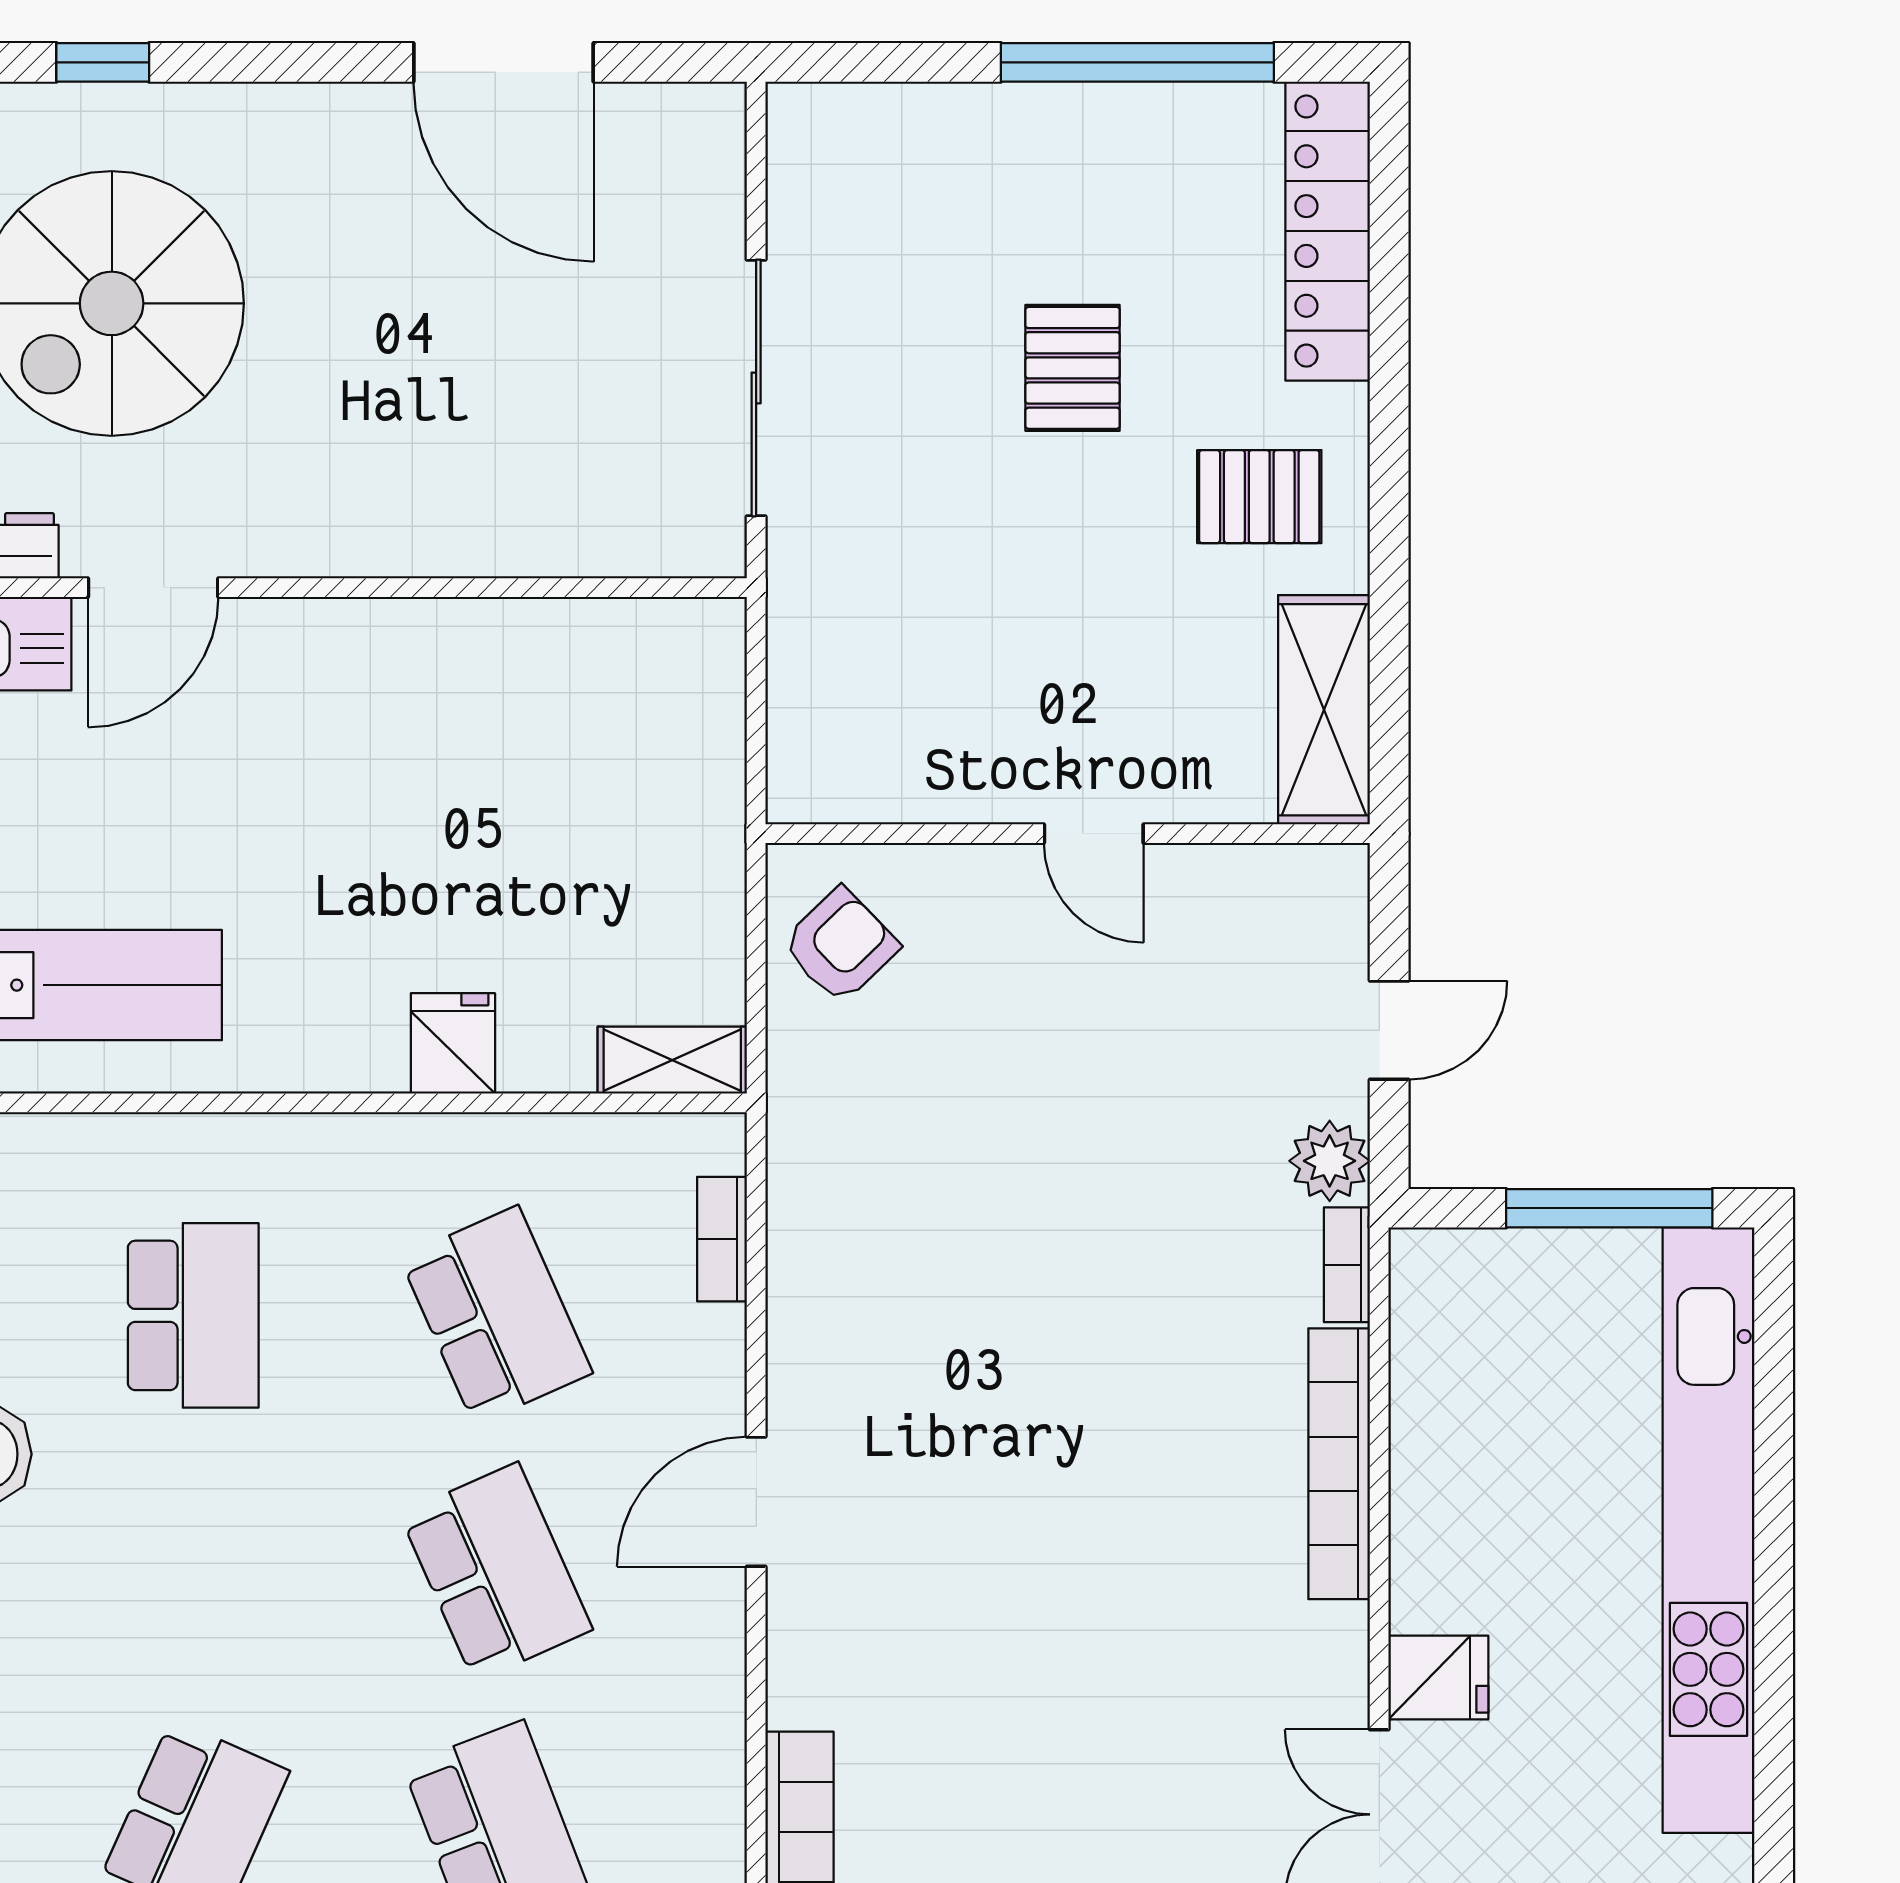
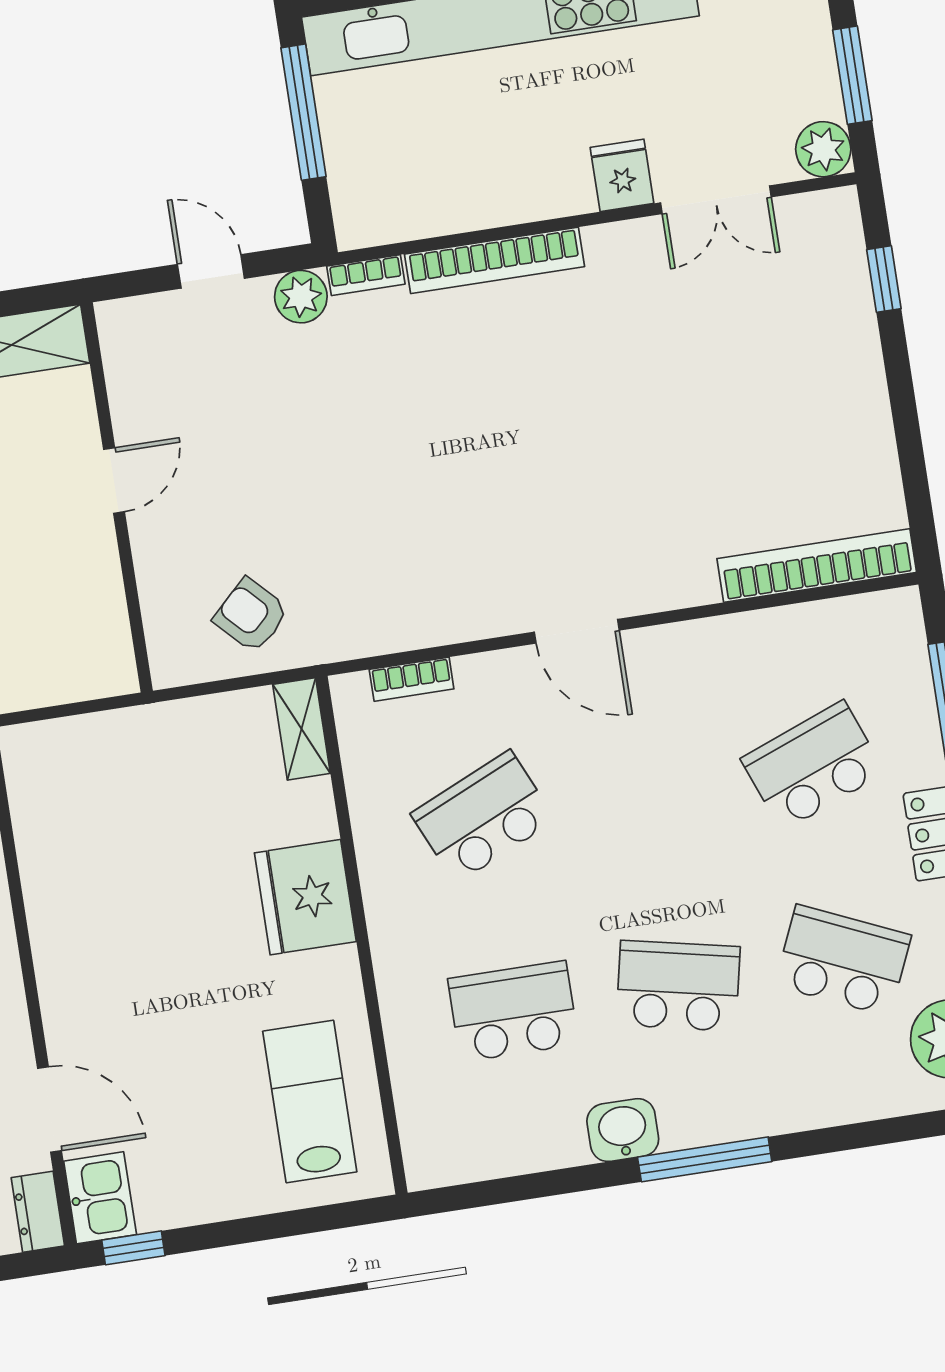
armchair: (840, 945) -> (251, 615), moved
fridge: (453, 1043) -> (305, 897), width x1.88, depth x1.34
school desk: (496, 1572) -> (678, 986), moved, turned 36

